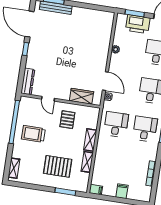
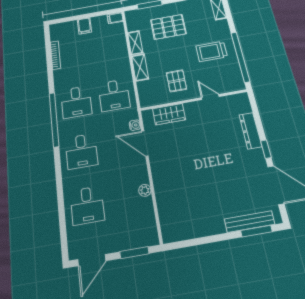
printer: (138, 24) -> (125, 238), removed
dresser: (28, 81) -> (250, 131), moved
trolley: (33, 134) -> (211, 51), turned 180

